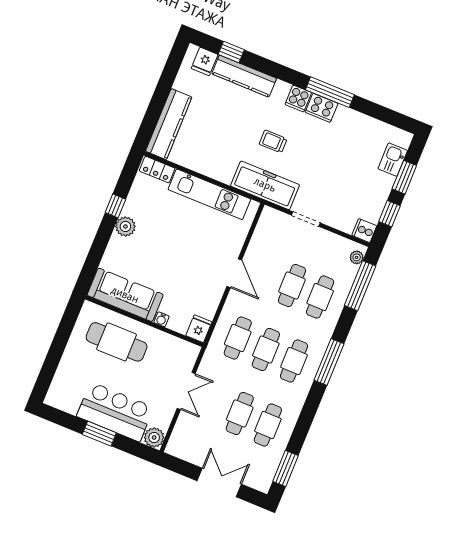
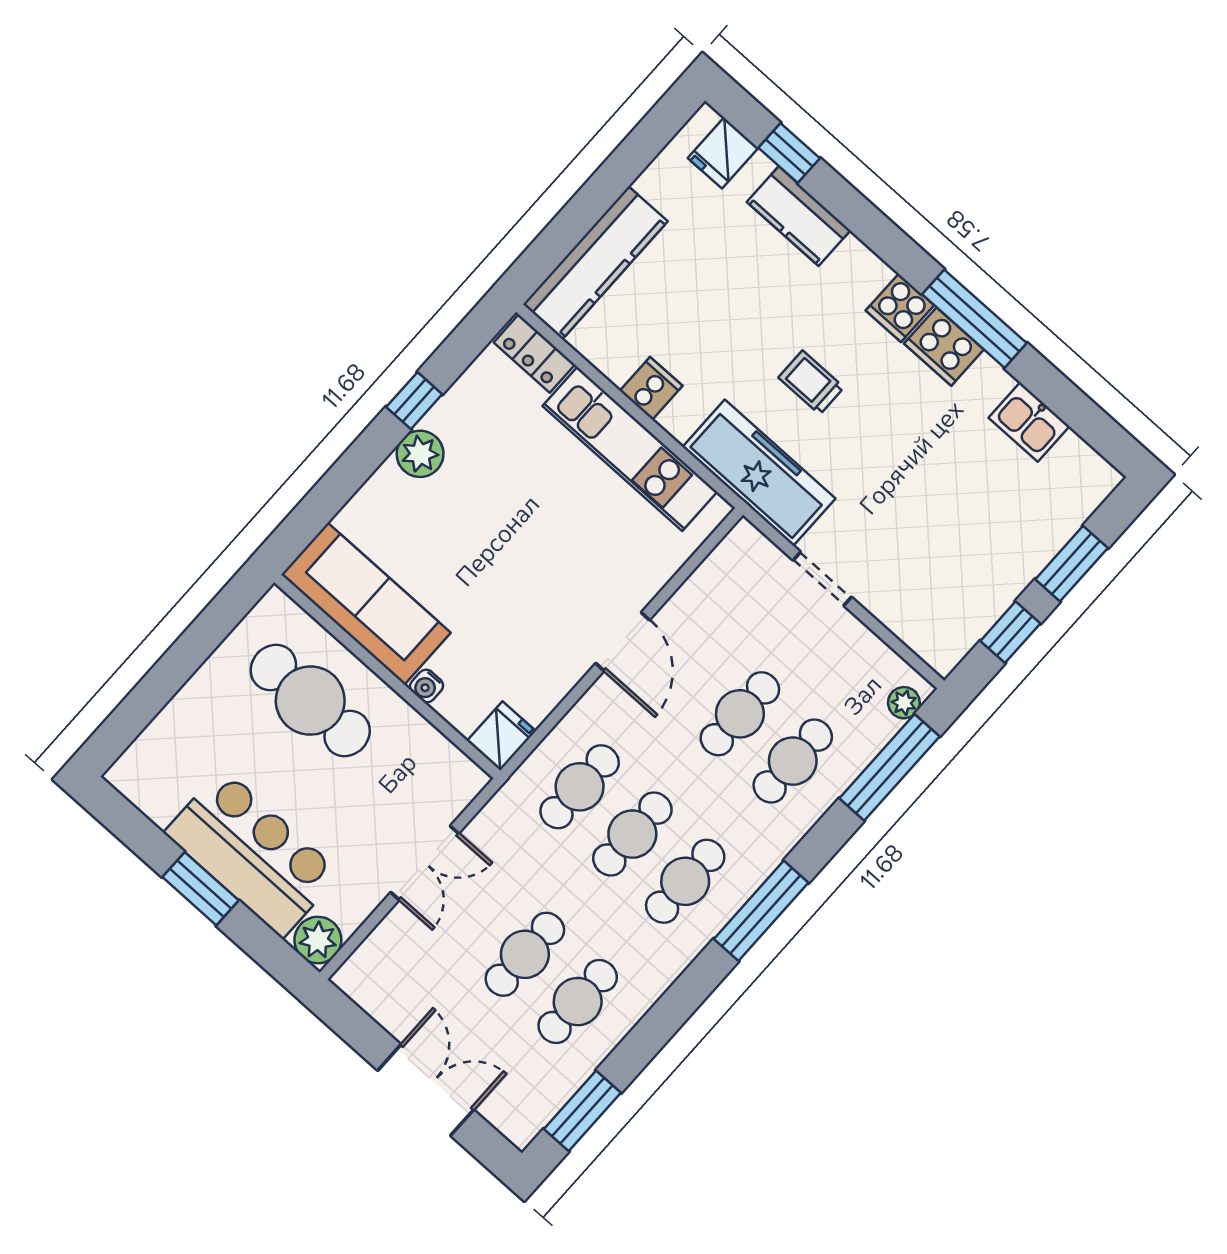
kitchen counter: (244, 76) -> (799, 216), width x0.67
kitchen sink: (393, 160) -> (1029, 422), moved, turned -90
cooker: (364, 231) -> (651, 388), moved, turned 90

